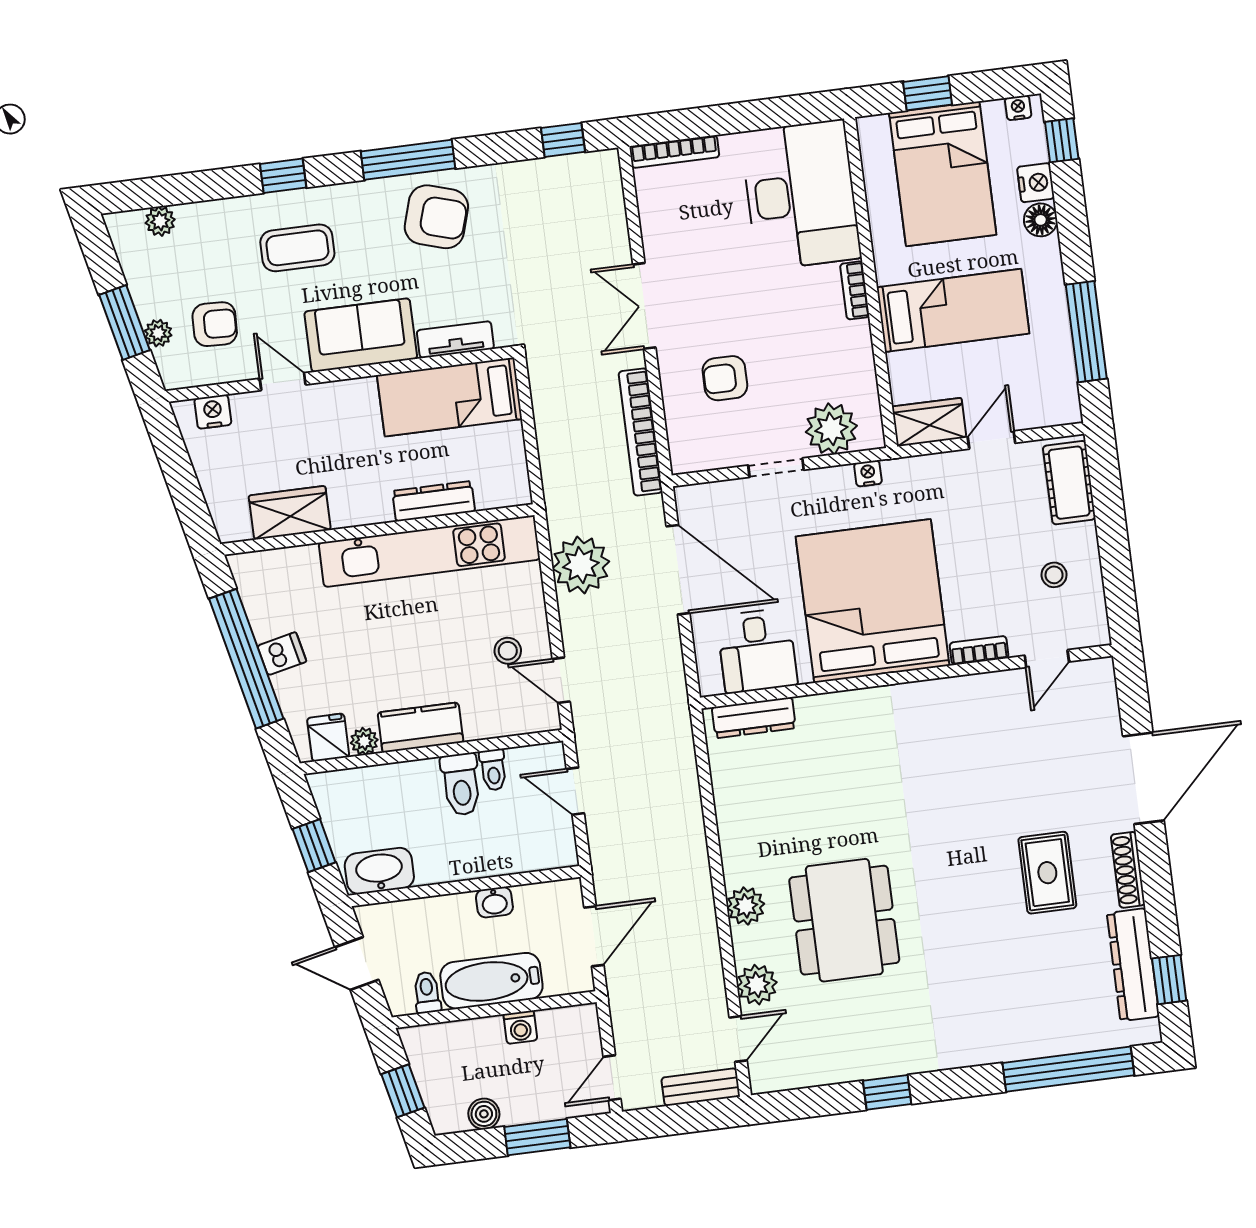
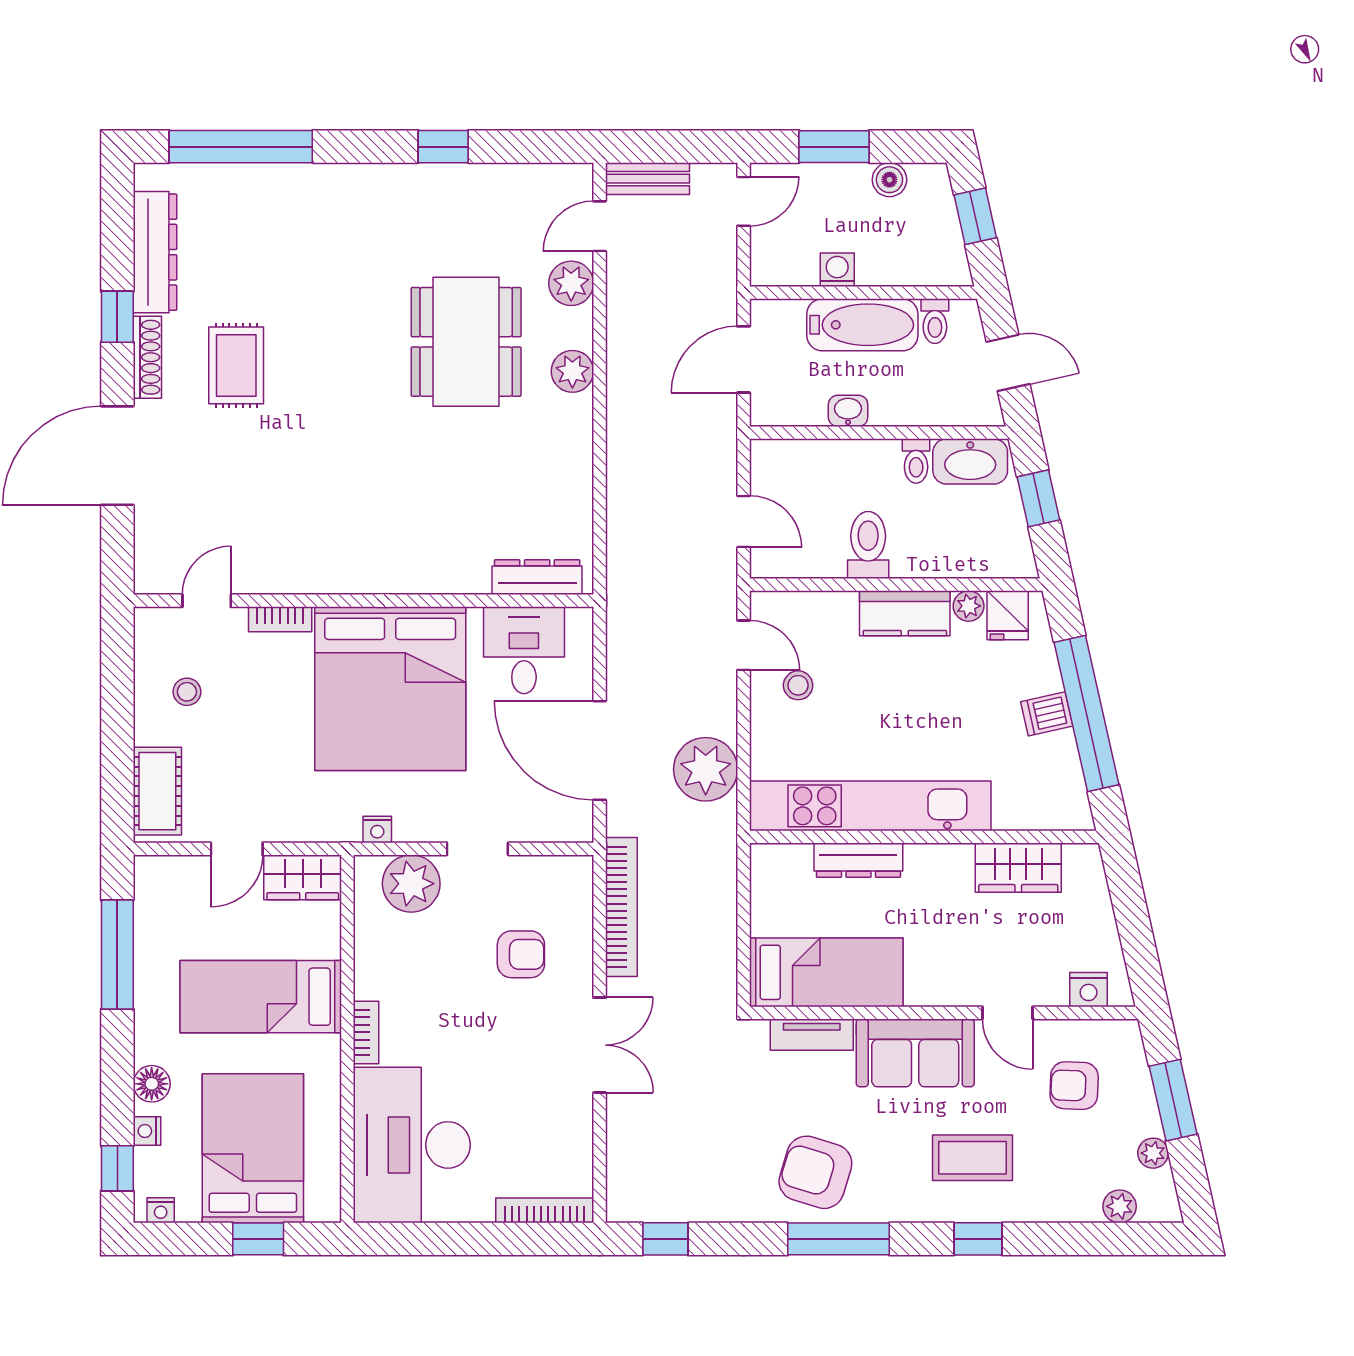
nightstand: (1036, 183) -> (147, 1131), width x0.72, depth x0.74
plant: (158, 333) -> (1153, 1153), moved
toilet: (493, 770) -> (916, 461), moved, turned 180
window: (1169, 980) -> (117, 317), moved

